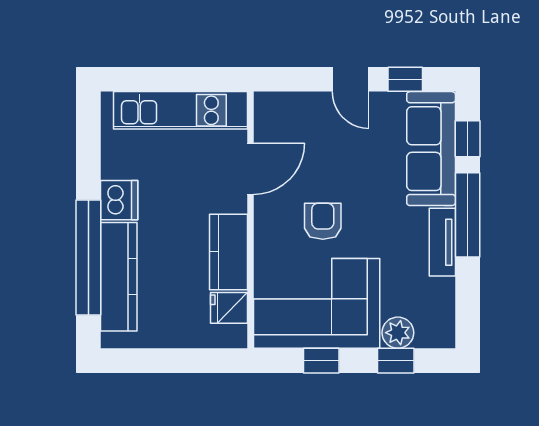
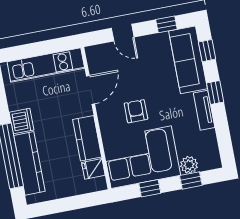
door: (351, 79) -> (123, 33), moved
window: (468, 215) -> (215, 93), width x0.46

